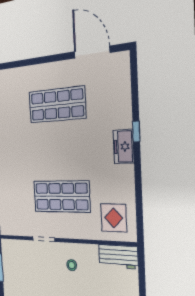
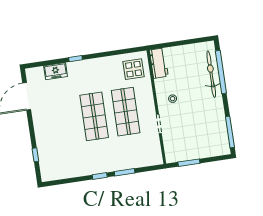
window: (21, 63) -> (35, 155), added
shop shelf: (57, 105) -> (94, 116), moved
freezer: (124, 147) -> (56, 71), moved

